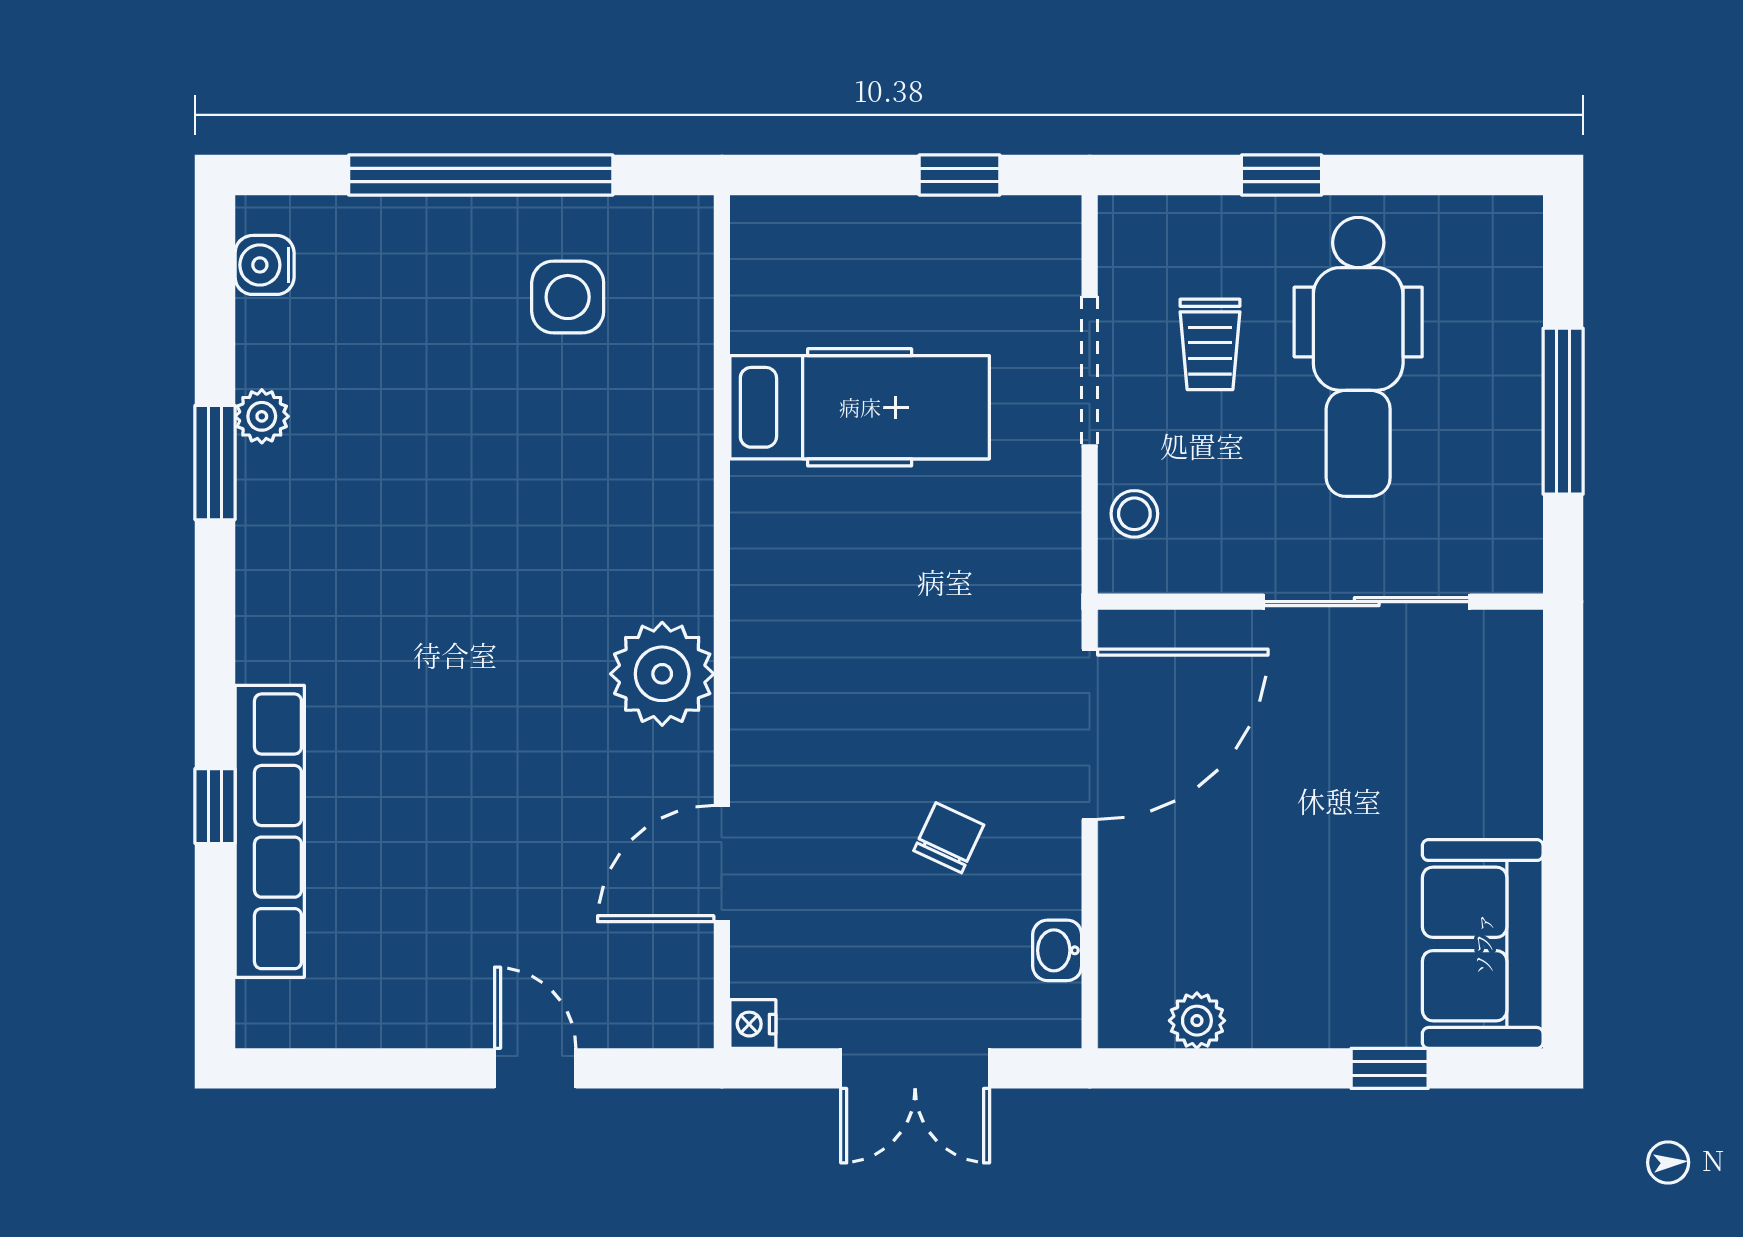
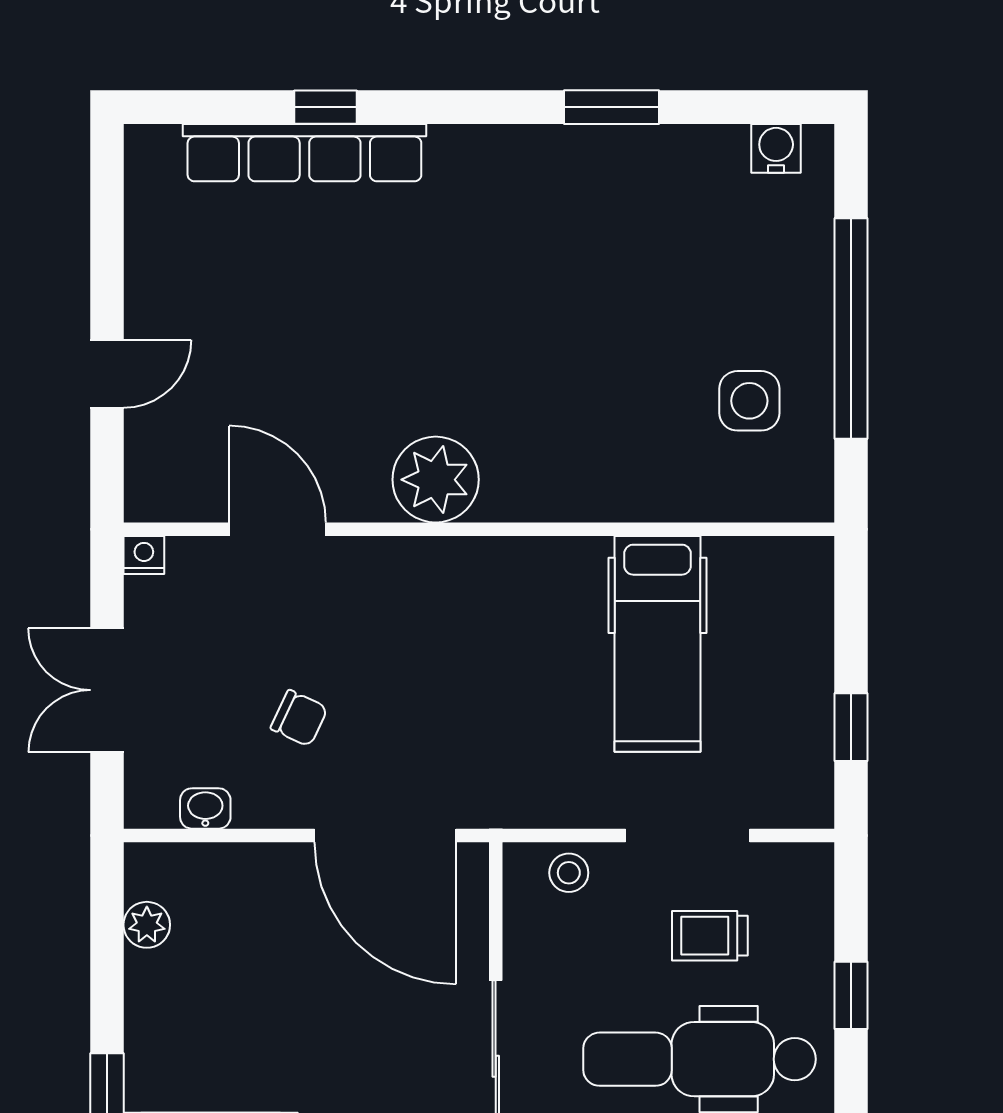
plant: (262, 416) -> (650, 146), removed

